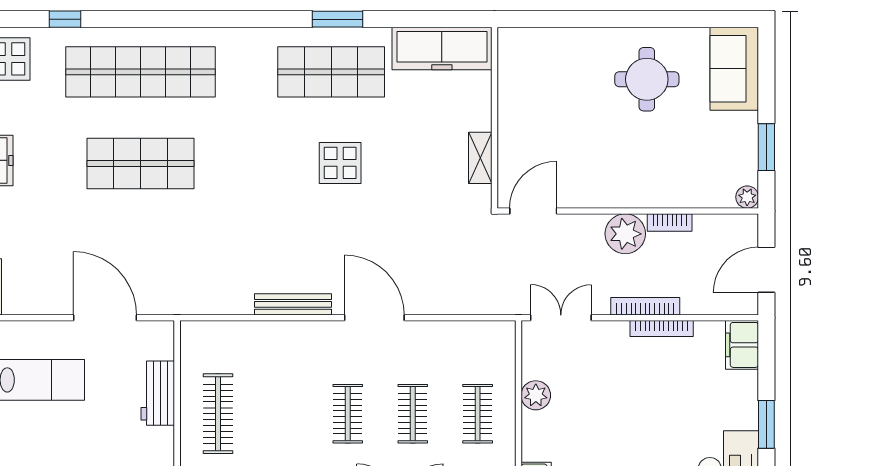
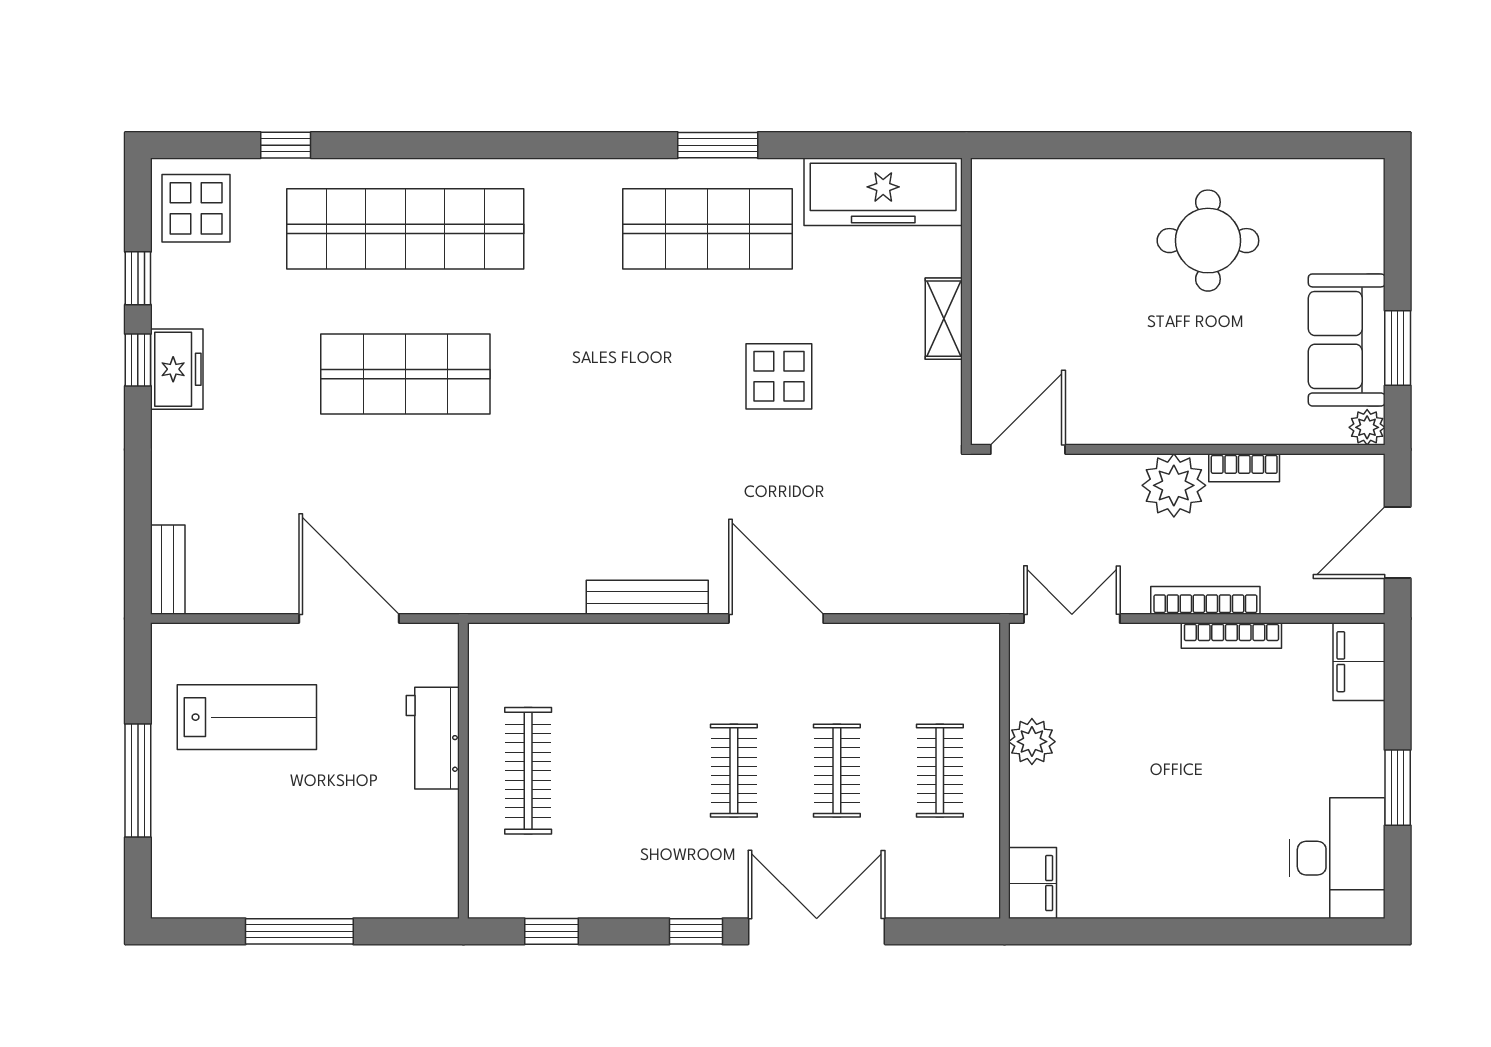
sofa: (734, 69) -> (1347, 340), moved
shelving: (480, 158) -> (944, 319), moved
display table: (340, 163) -> (779, 376), moved

